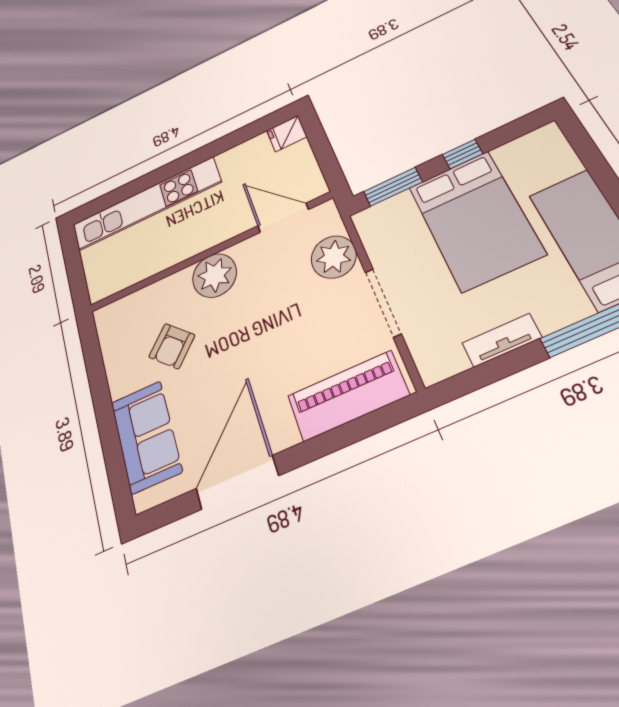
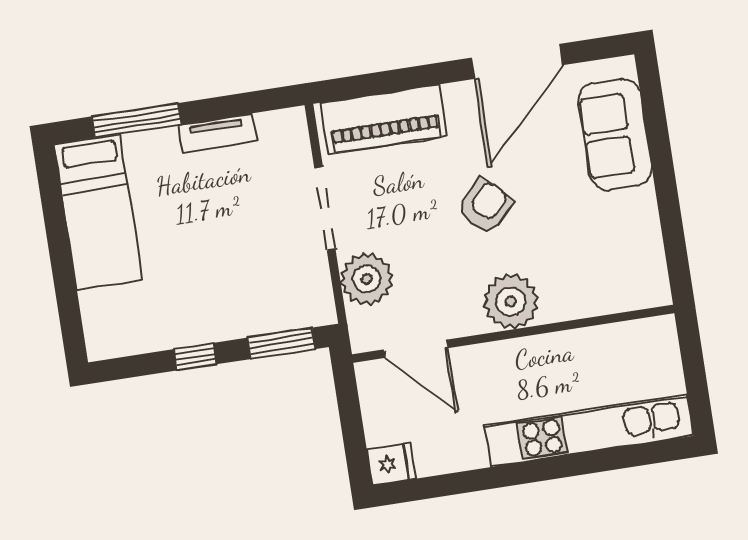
bed: (475, 220) -> (205, 272), removed
armchair: (172, 346) -> (485, 206), moved

